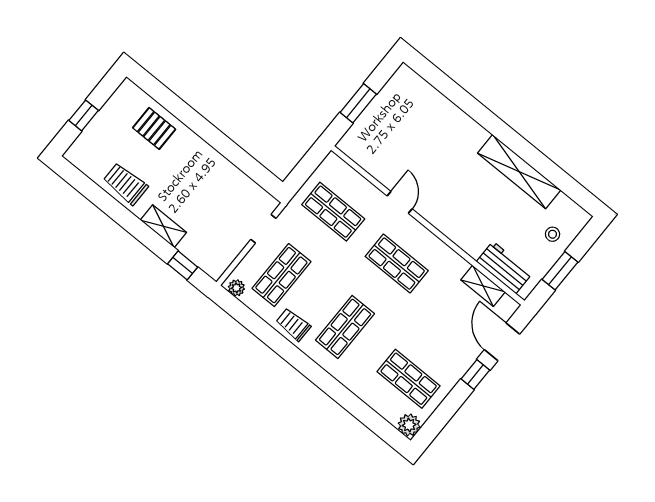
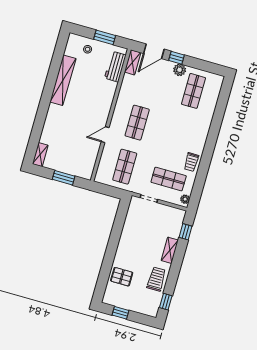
shelving: (413, 81) -> (40, 155), added
window: (84, 115) -> (120, 313), moved
pallet: (154, 128) -> (122, 277), turned 90
window: (82, 183) -> (166, 302), added
trolley: (126, 184) -> (156, 279), turned 180
shelving: (483, 286) -> (133, 62), moved
shop shelf: (345, 327) -> (181, 135), removed
plant: (409, 425) -> (180, 70), moved

